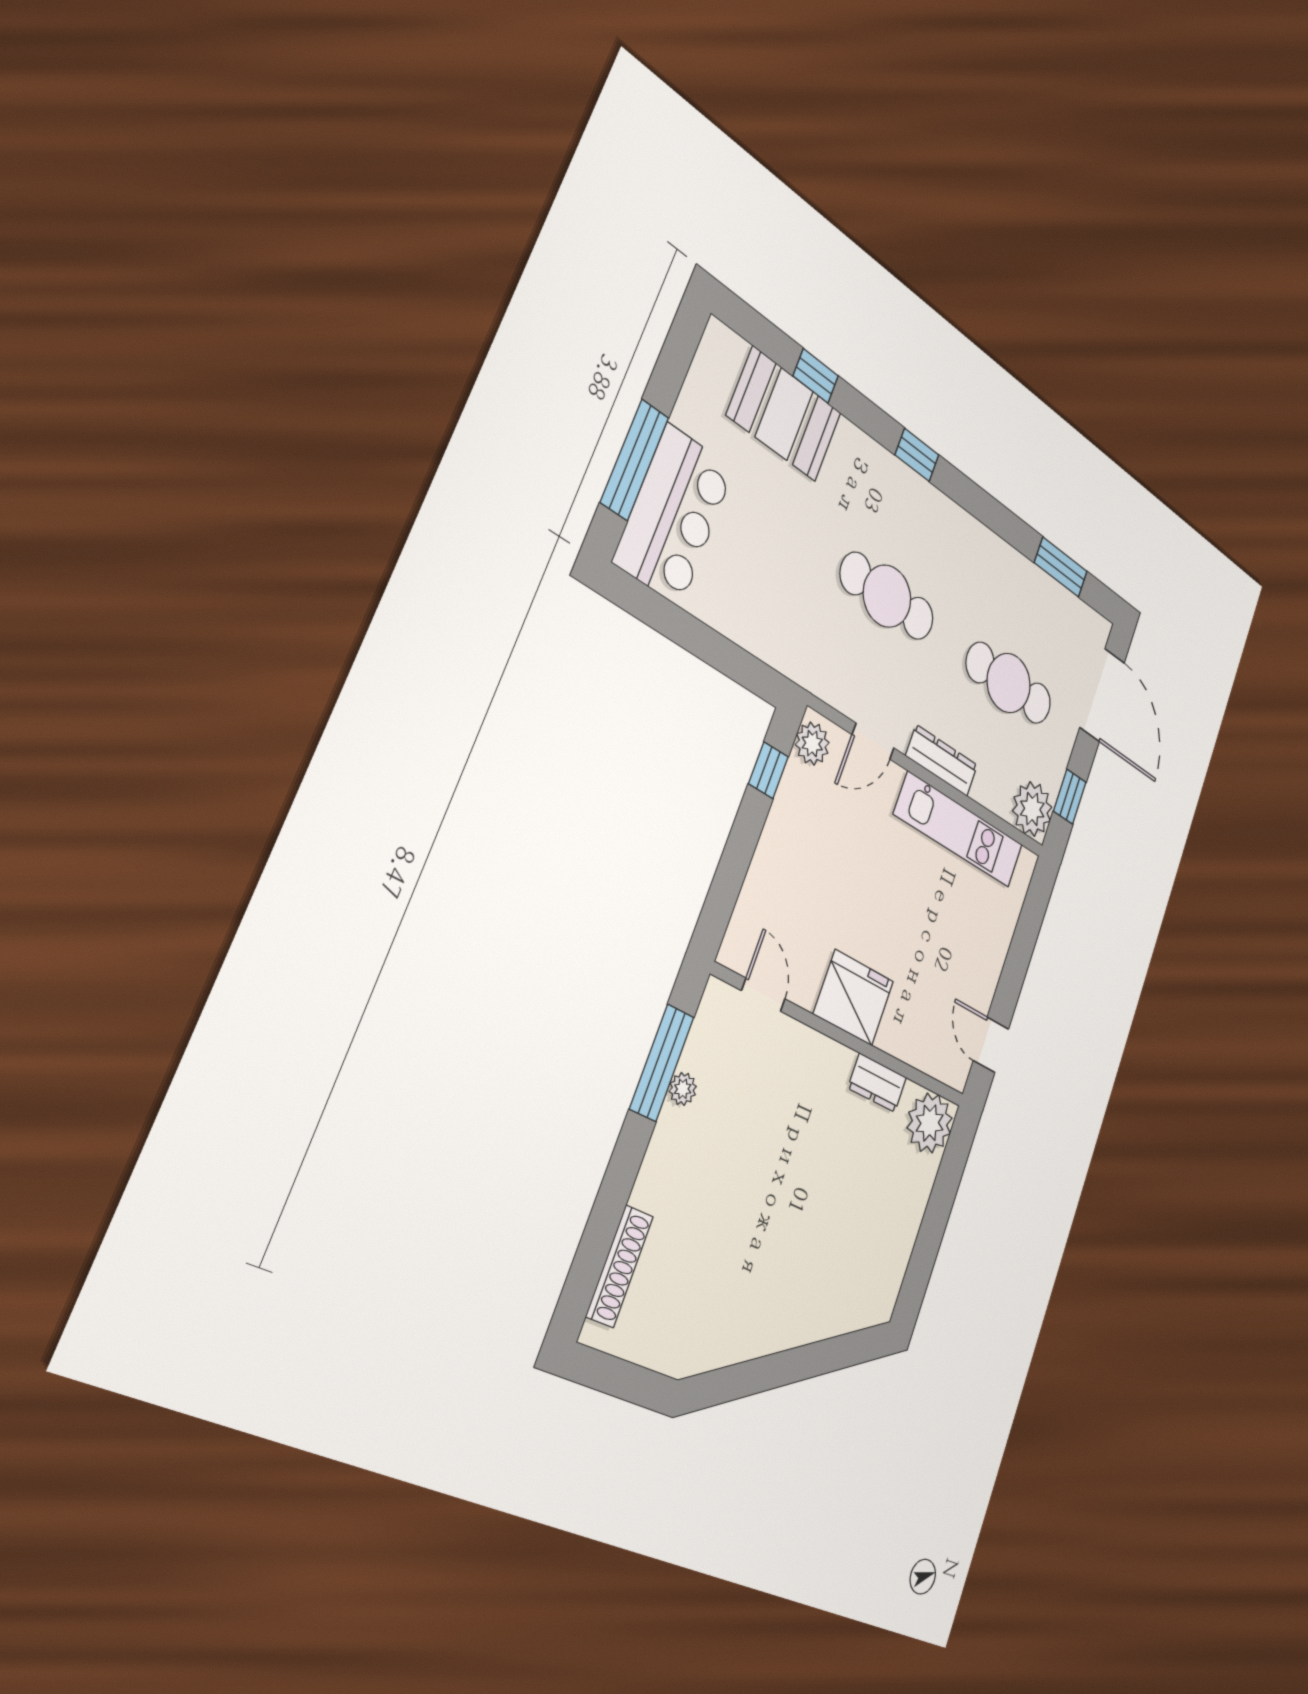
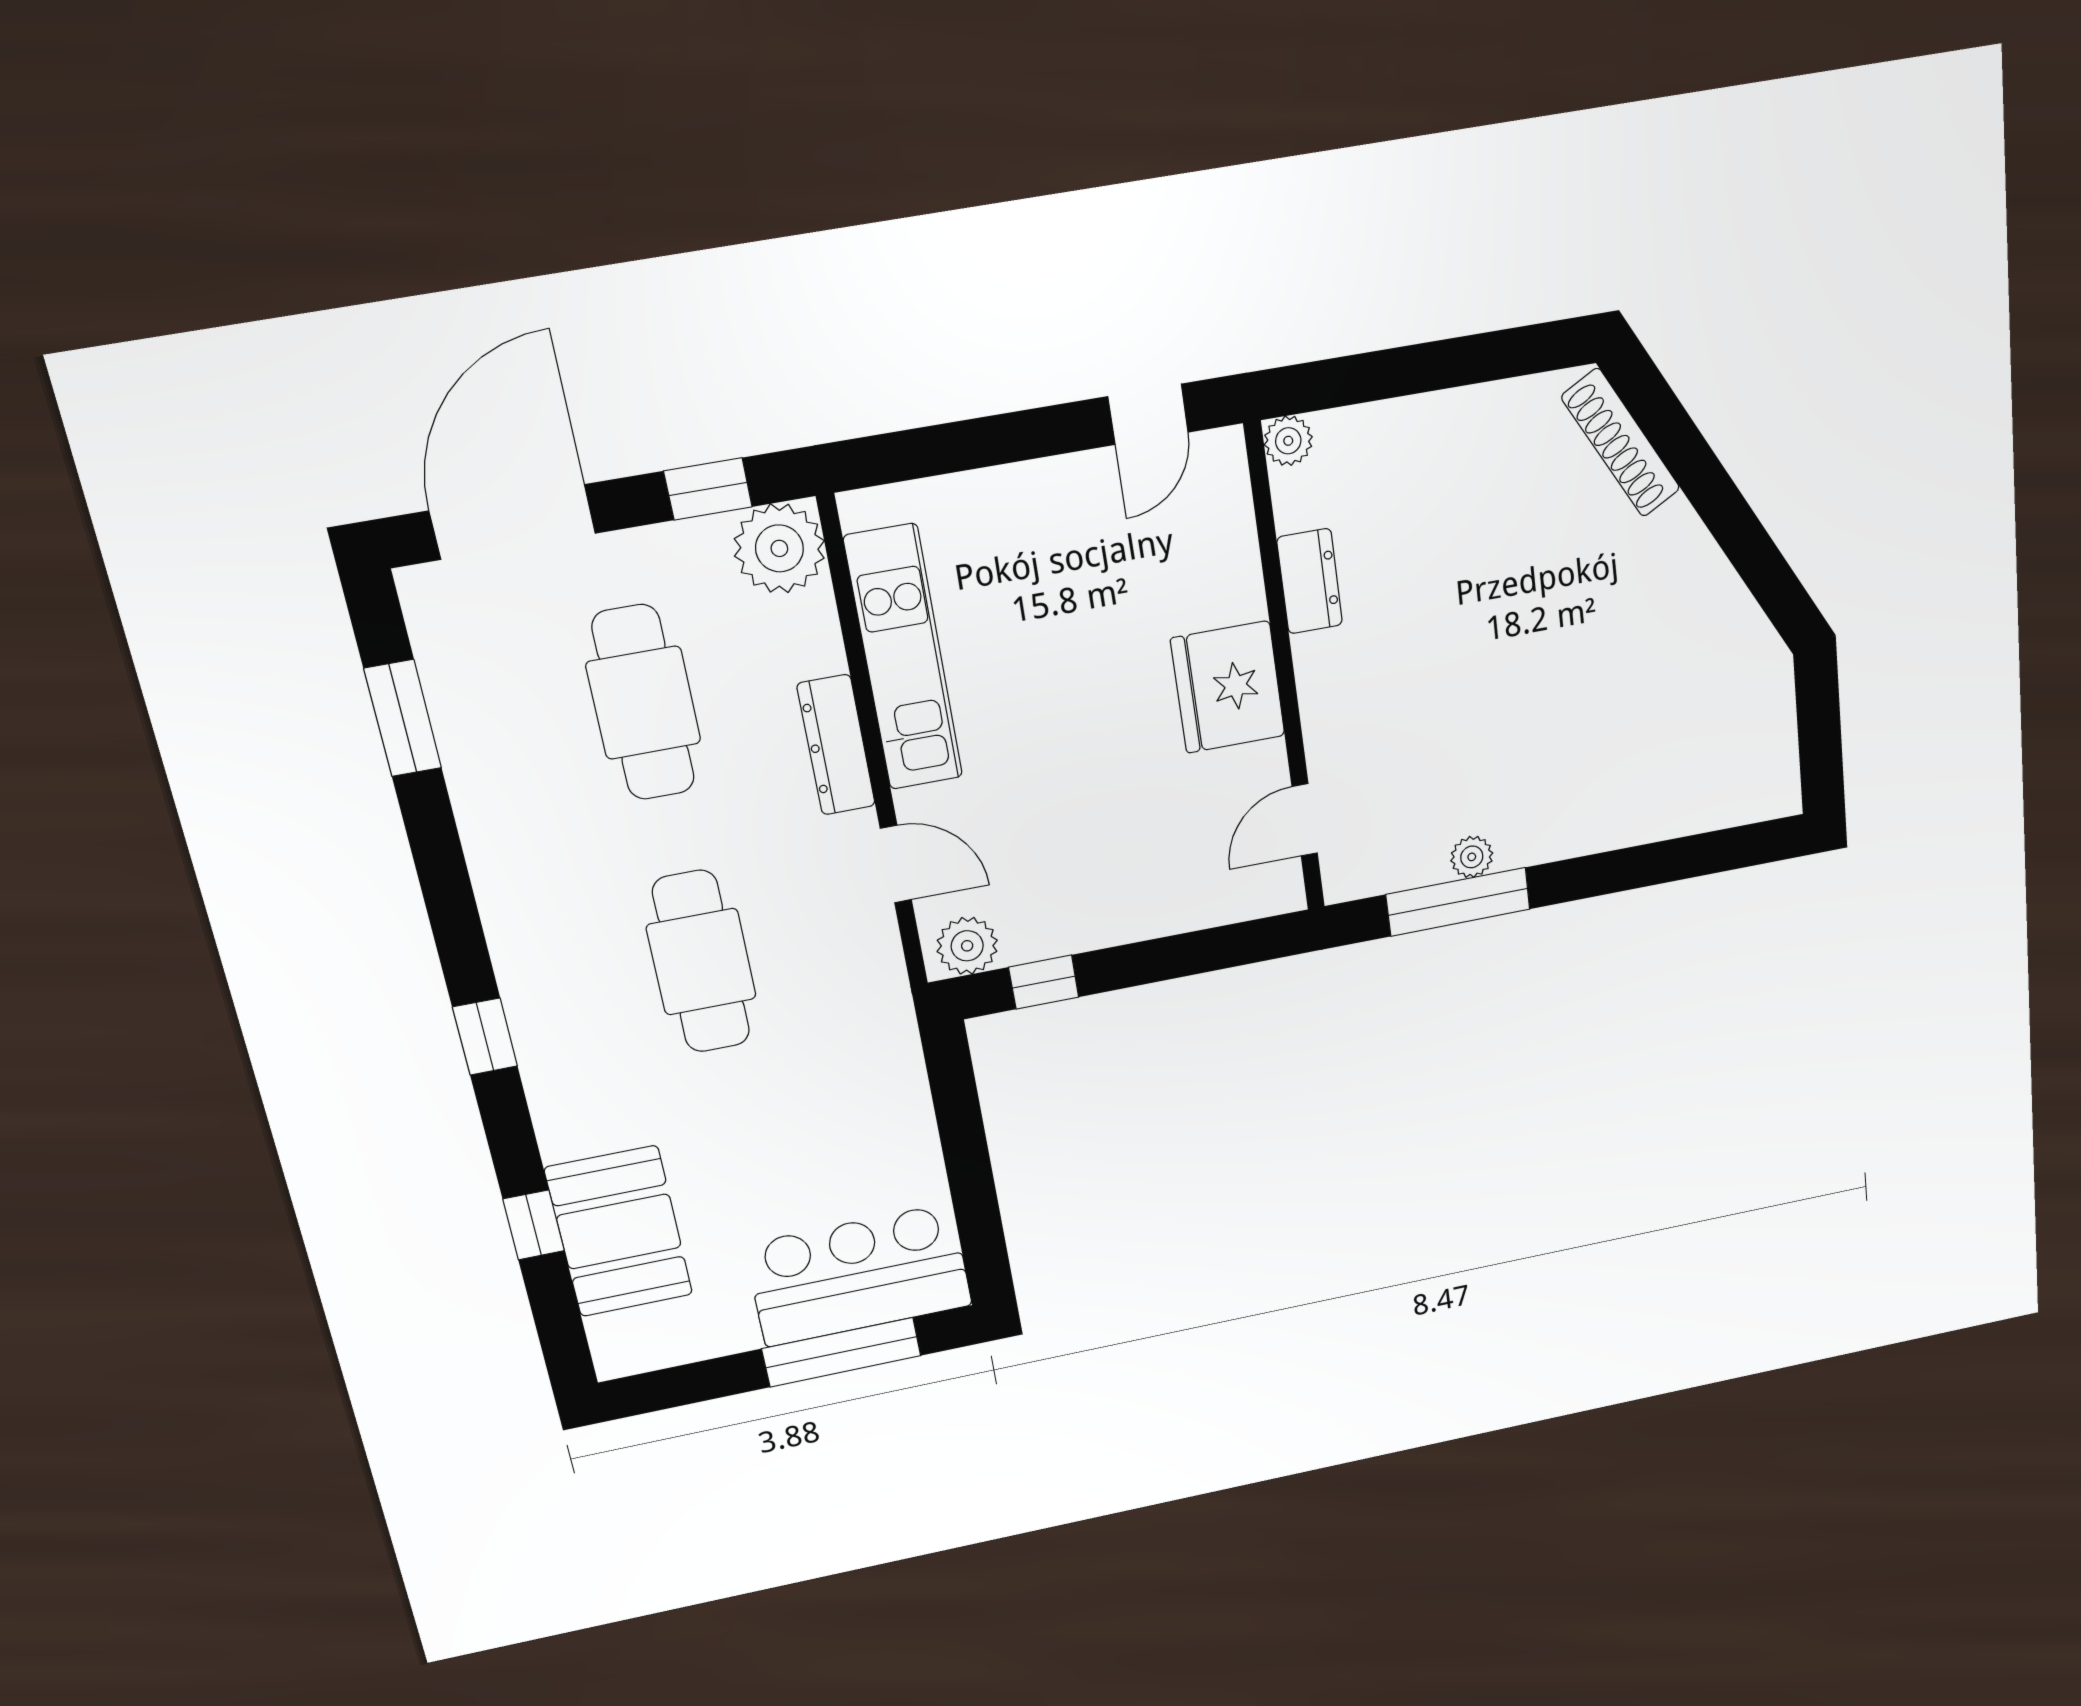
plant: (930, 1123) -> (1288, 441), width x0.53, depth x0.53
shoe rack: (620, 1266) -> (1621, 443), moved, turned -119

